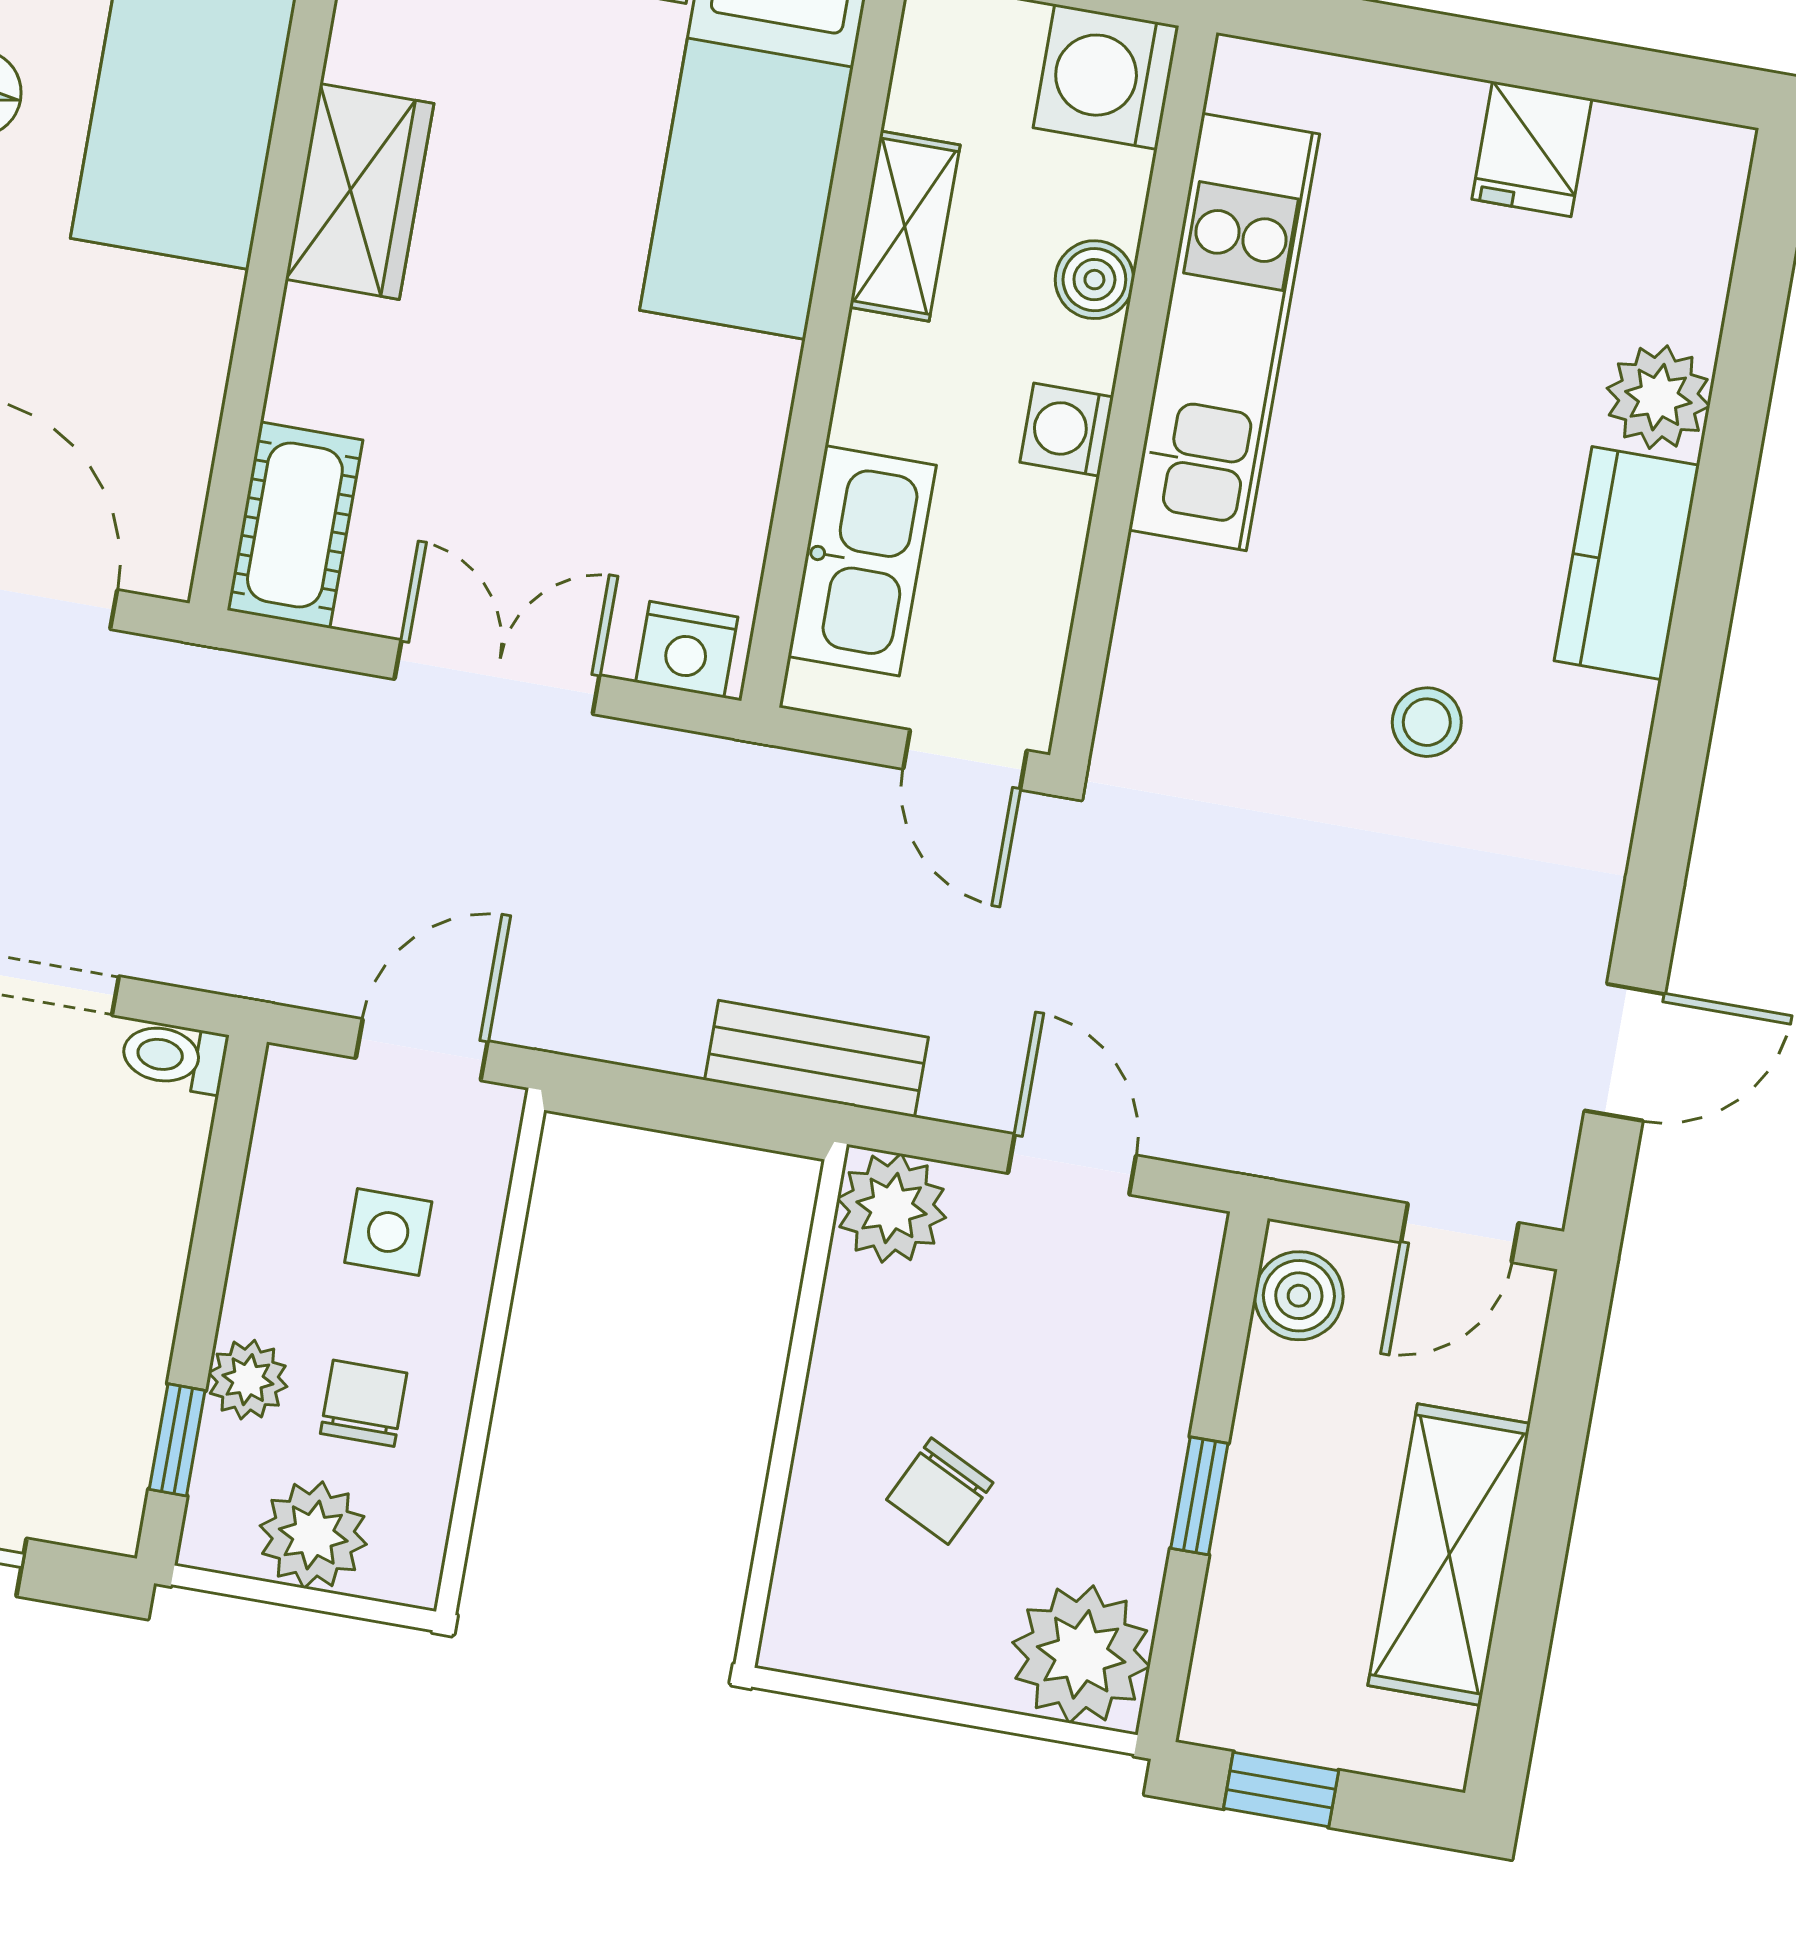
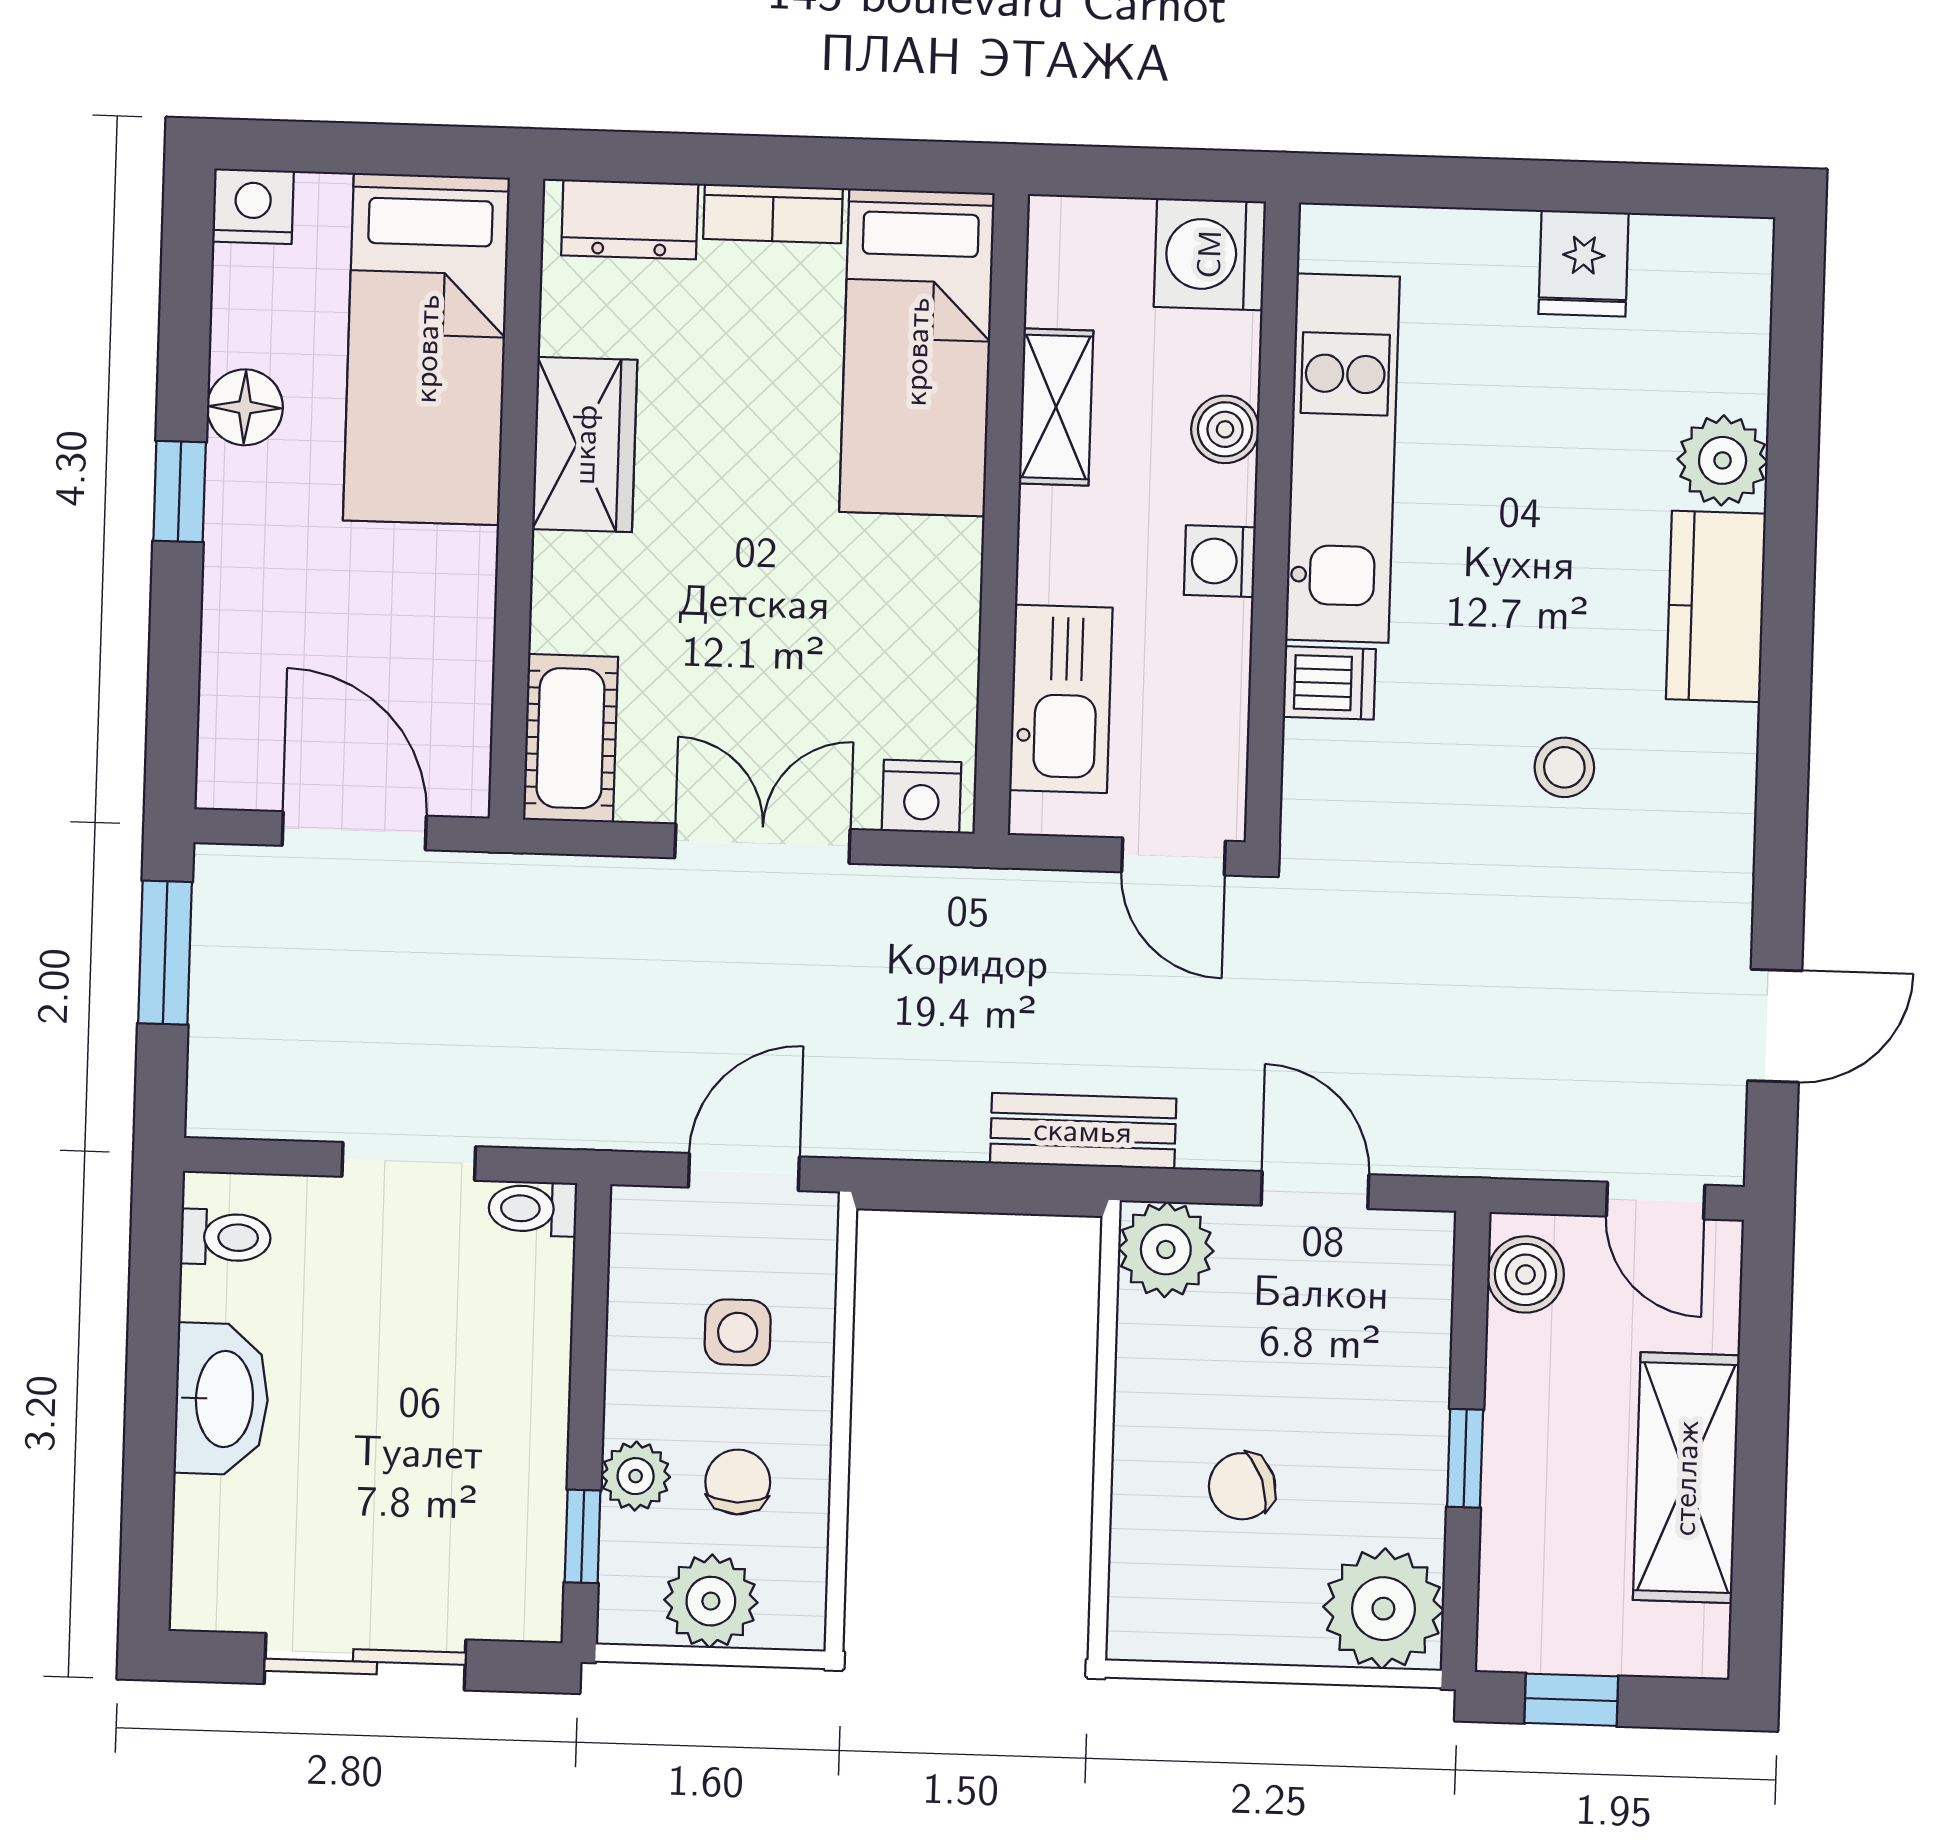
dishwasher: (1172, 587) -> (1329, 683), added
door: (1460, 1233) -> (1656, 1201), hinge flipped
chair: (940, 1491) -> (1242, 1486), turned 44

